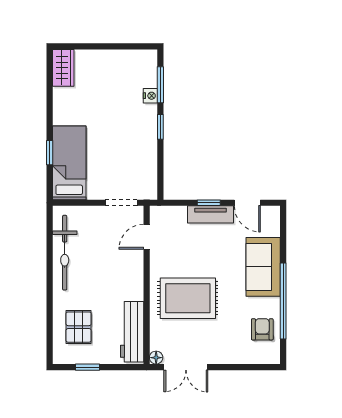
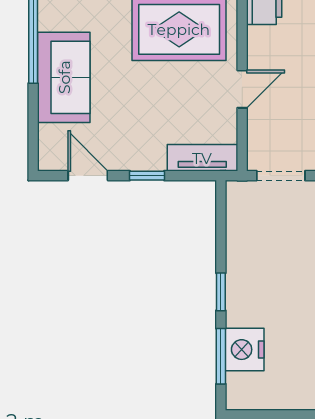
nightstand: (150, 96) -> (245, 350), width x1.89, depth x1.79
tv unit: (210, 214) -> (202, 158), moved
door: (147, 237) -> (242, 89), moved

